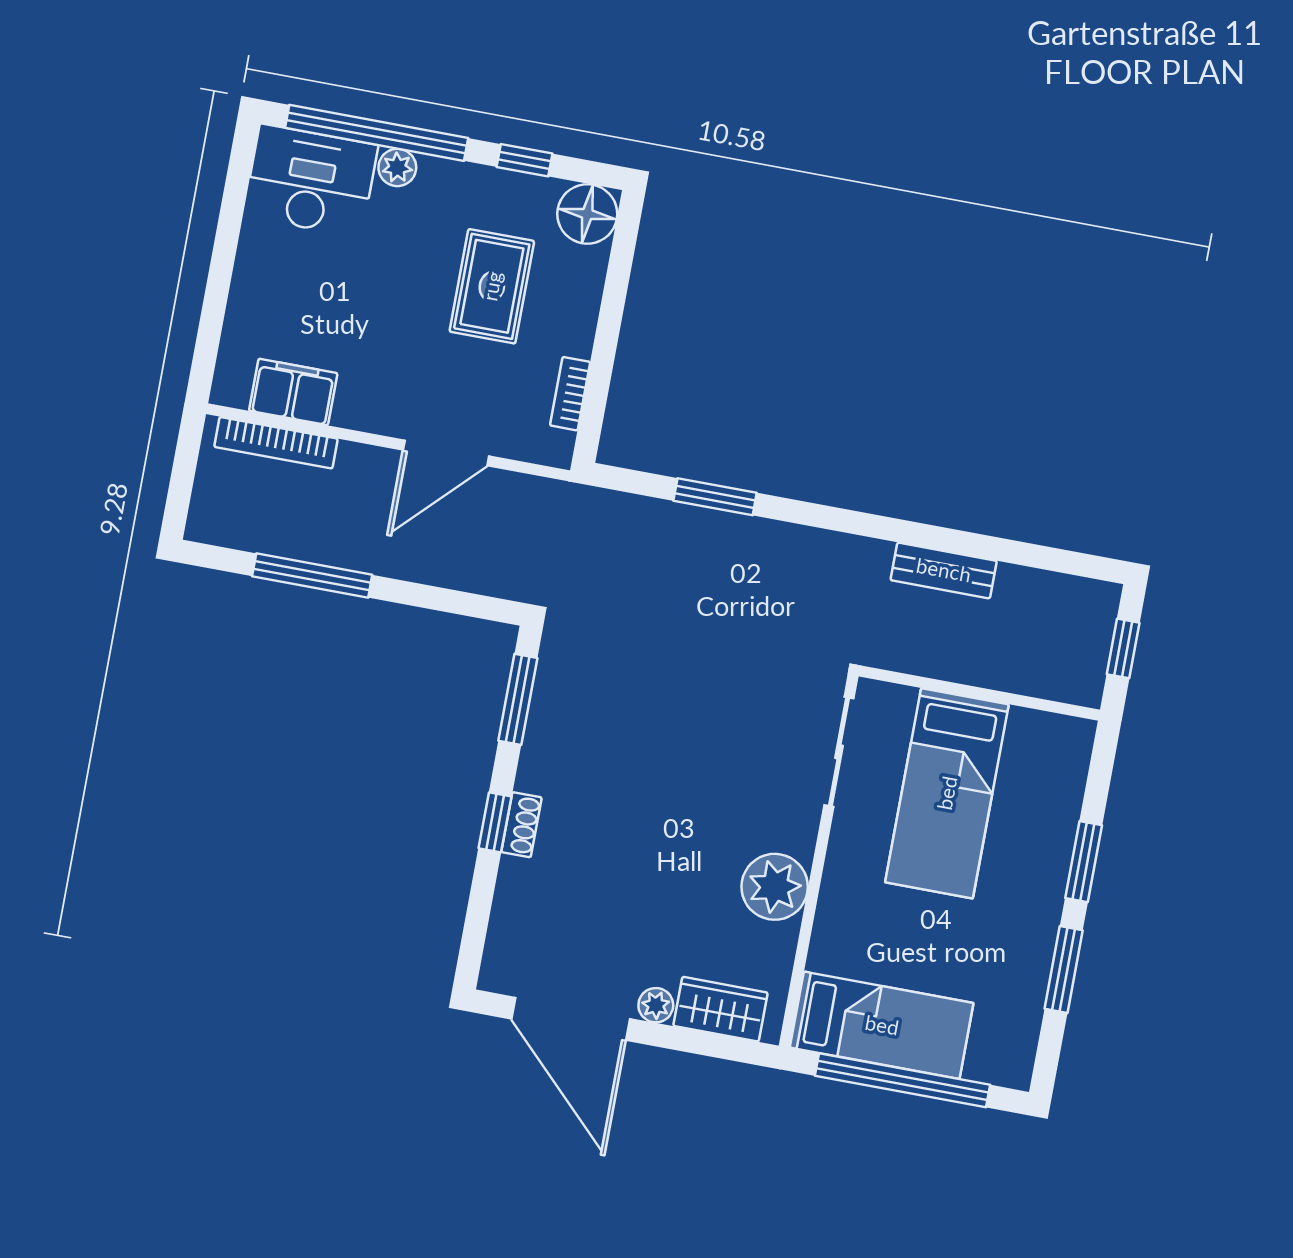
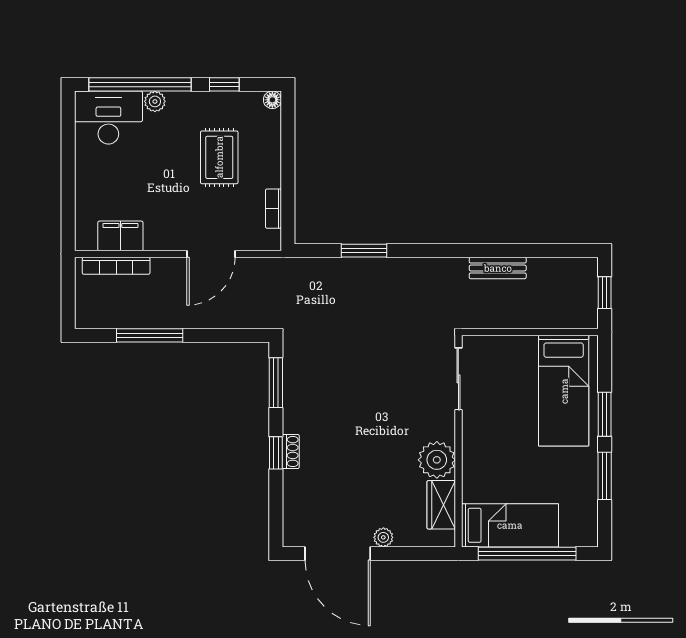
floor lamp: (587, 214) -> (272, 100), width x0.53, depth x0.53
bed: (947, 793) -> (564, 391), moved
wardrobe: (720, 1009) -> (441, 505), moved, turned -90

